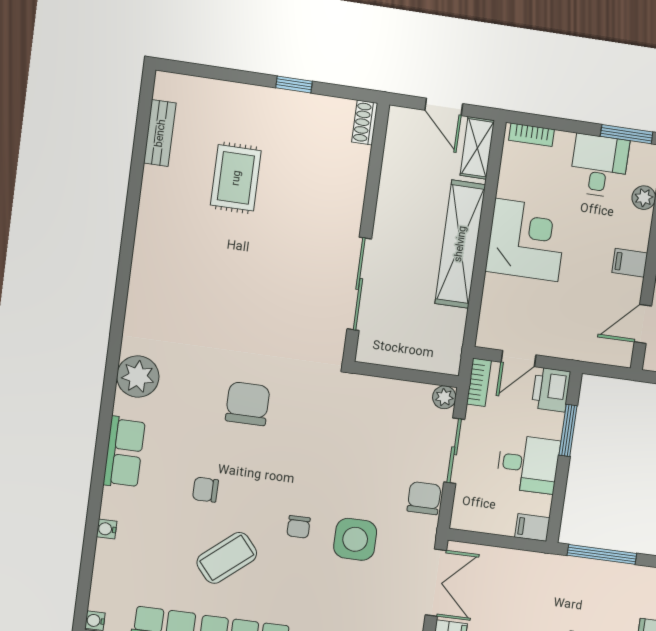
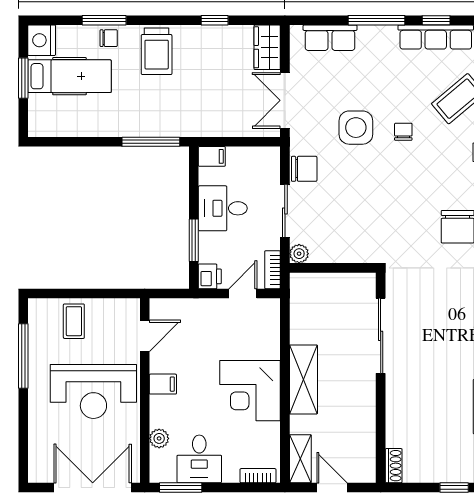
shelving: (460, 244) -> (303, 379), width x0.68
printer: (551, 390) -> (210, 276), width x0.73, depth x0.81
chair: (424, 498) -> (304, 169), turned -90

